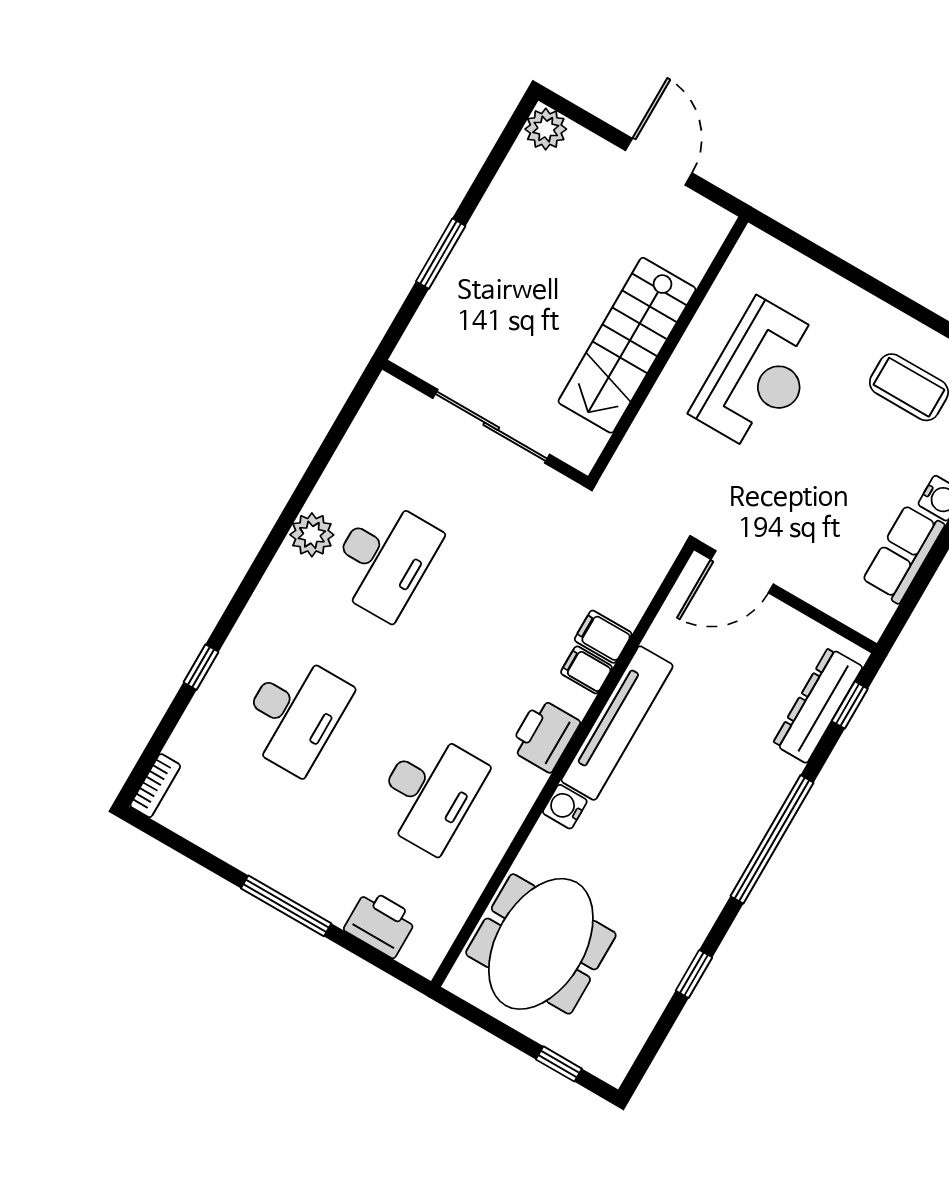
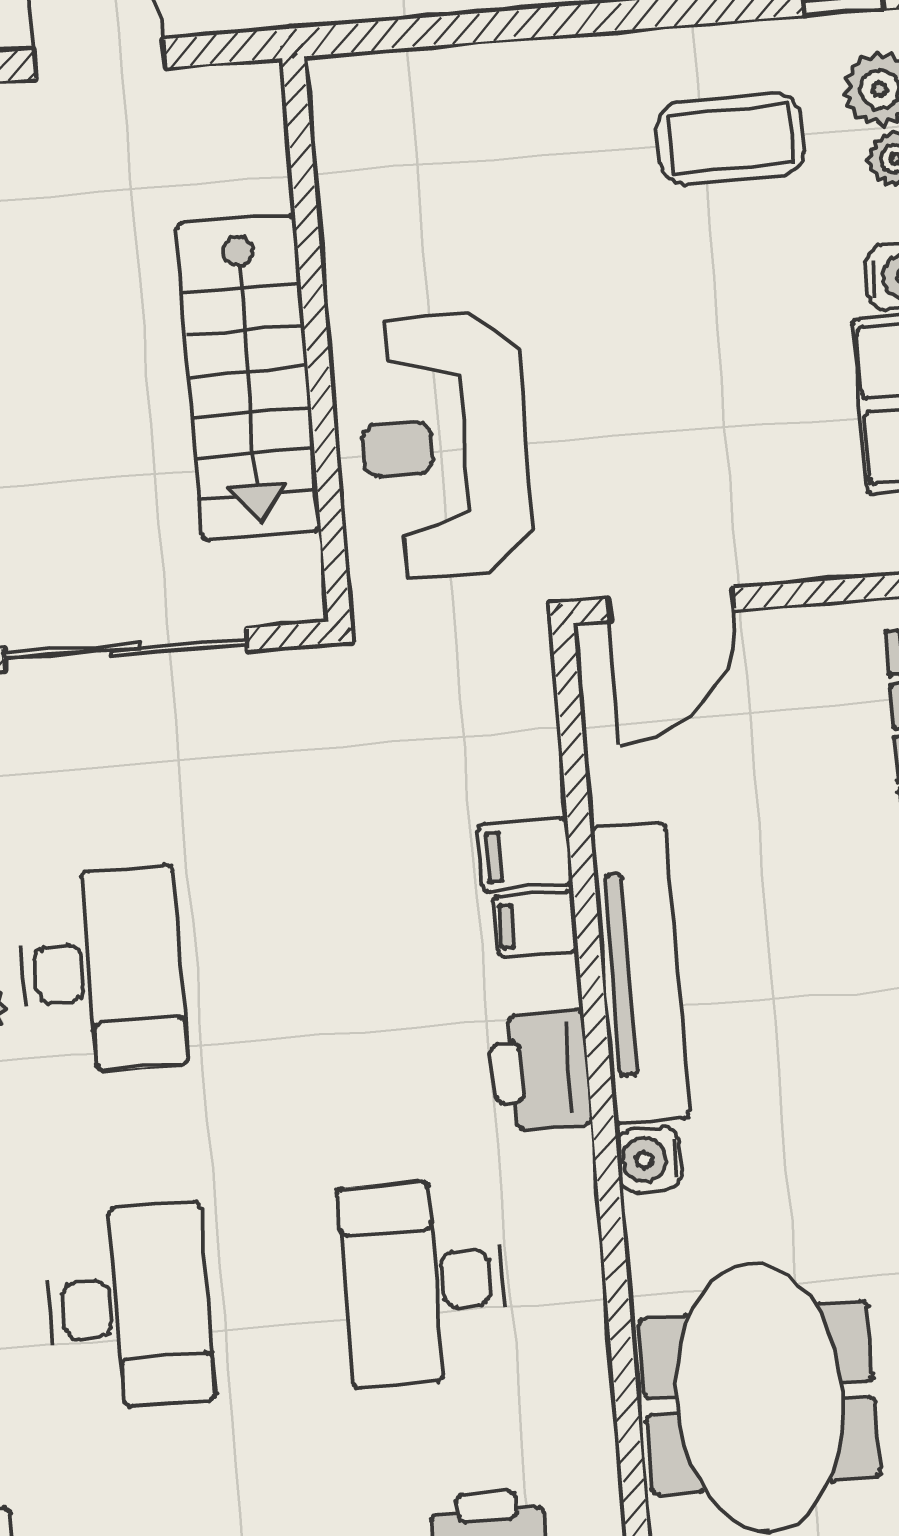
reception desk: (759, 376) -> (445, 445), moved, turned 180
desk: (429, 792) -> (423, 1282), turned 180

